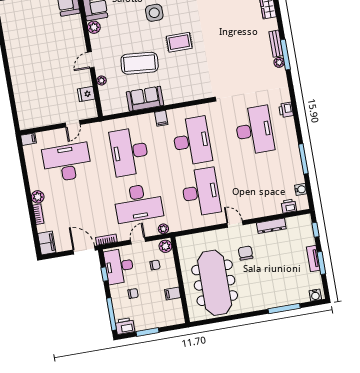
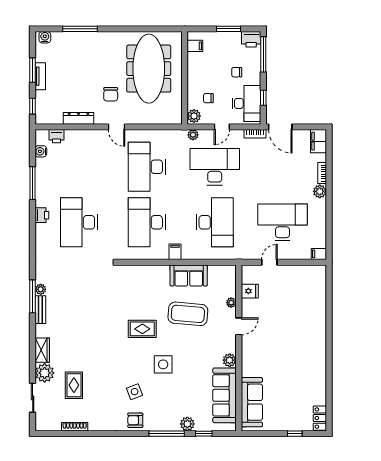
printer: (286, 110) -> (42, 215), moved
desk: (67, 163) -> (283, 222), turned 180
filing cabinet: (173, 293) -> (195, 46), moved

